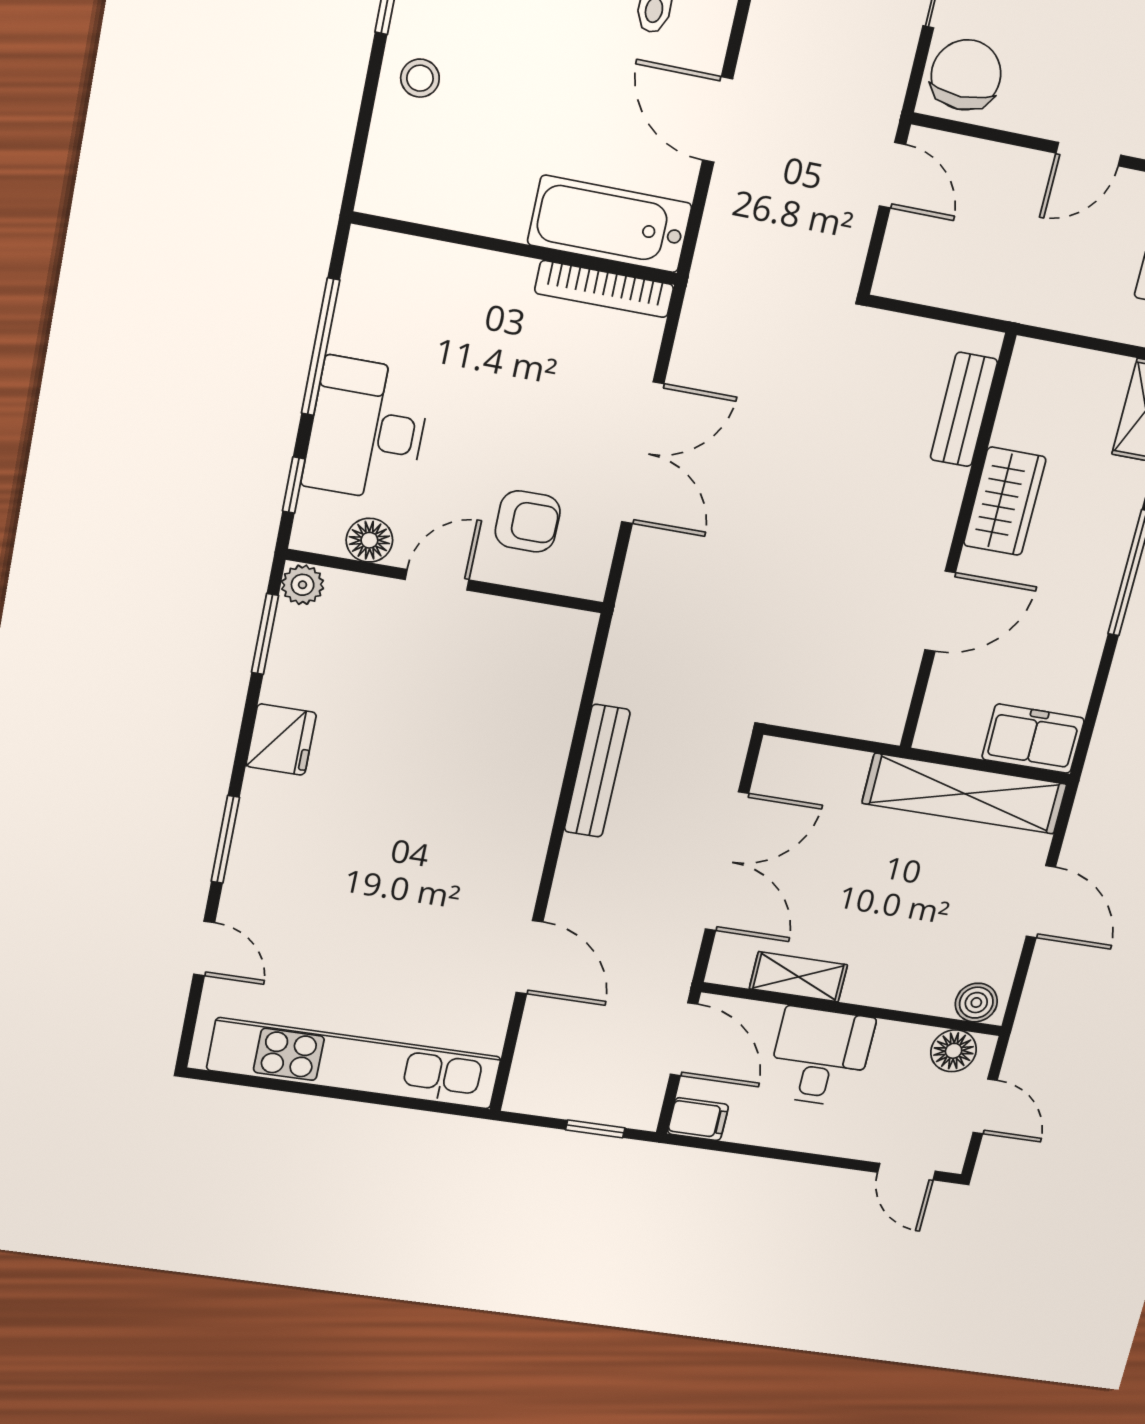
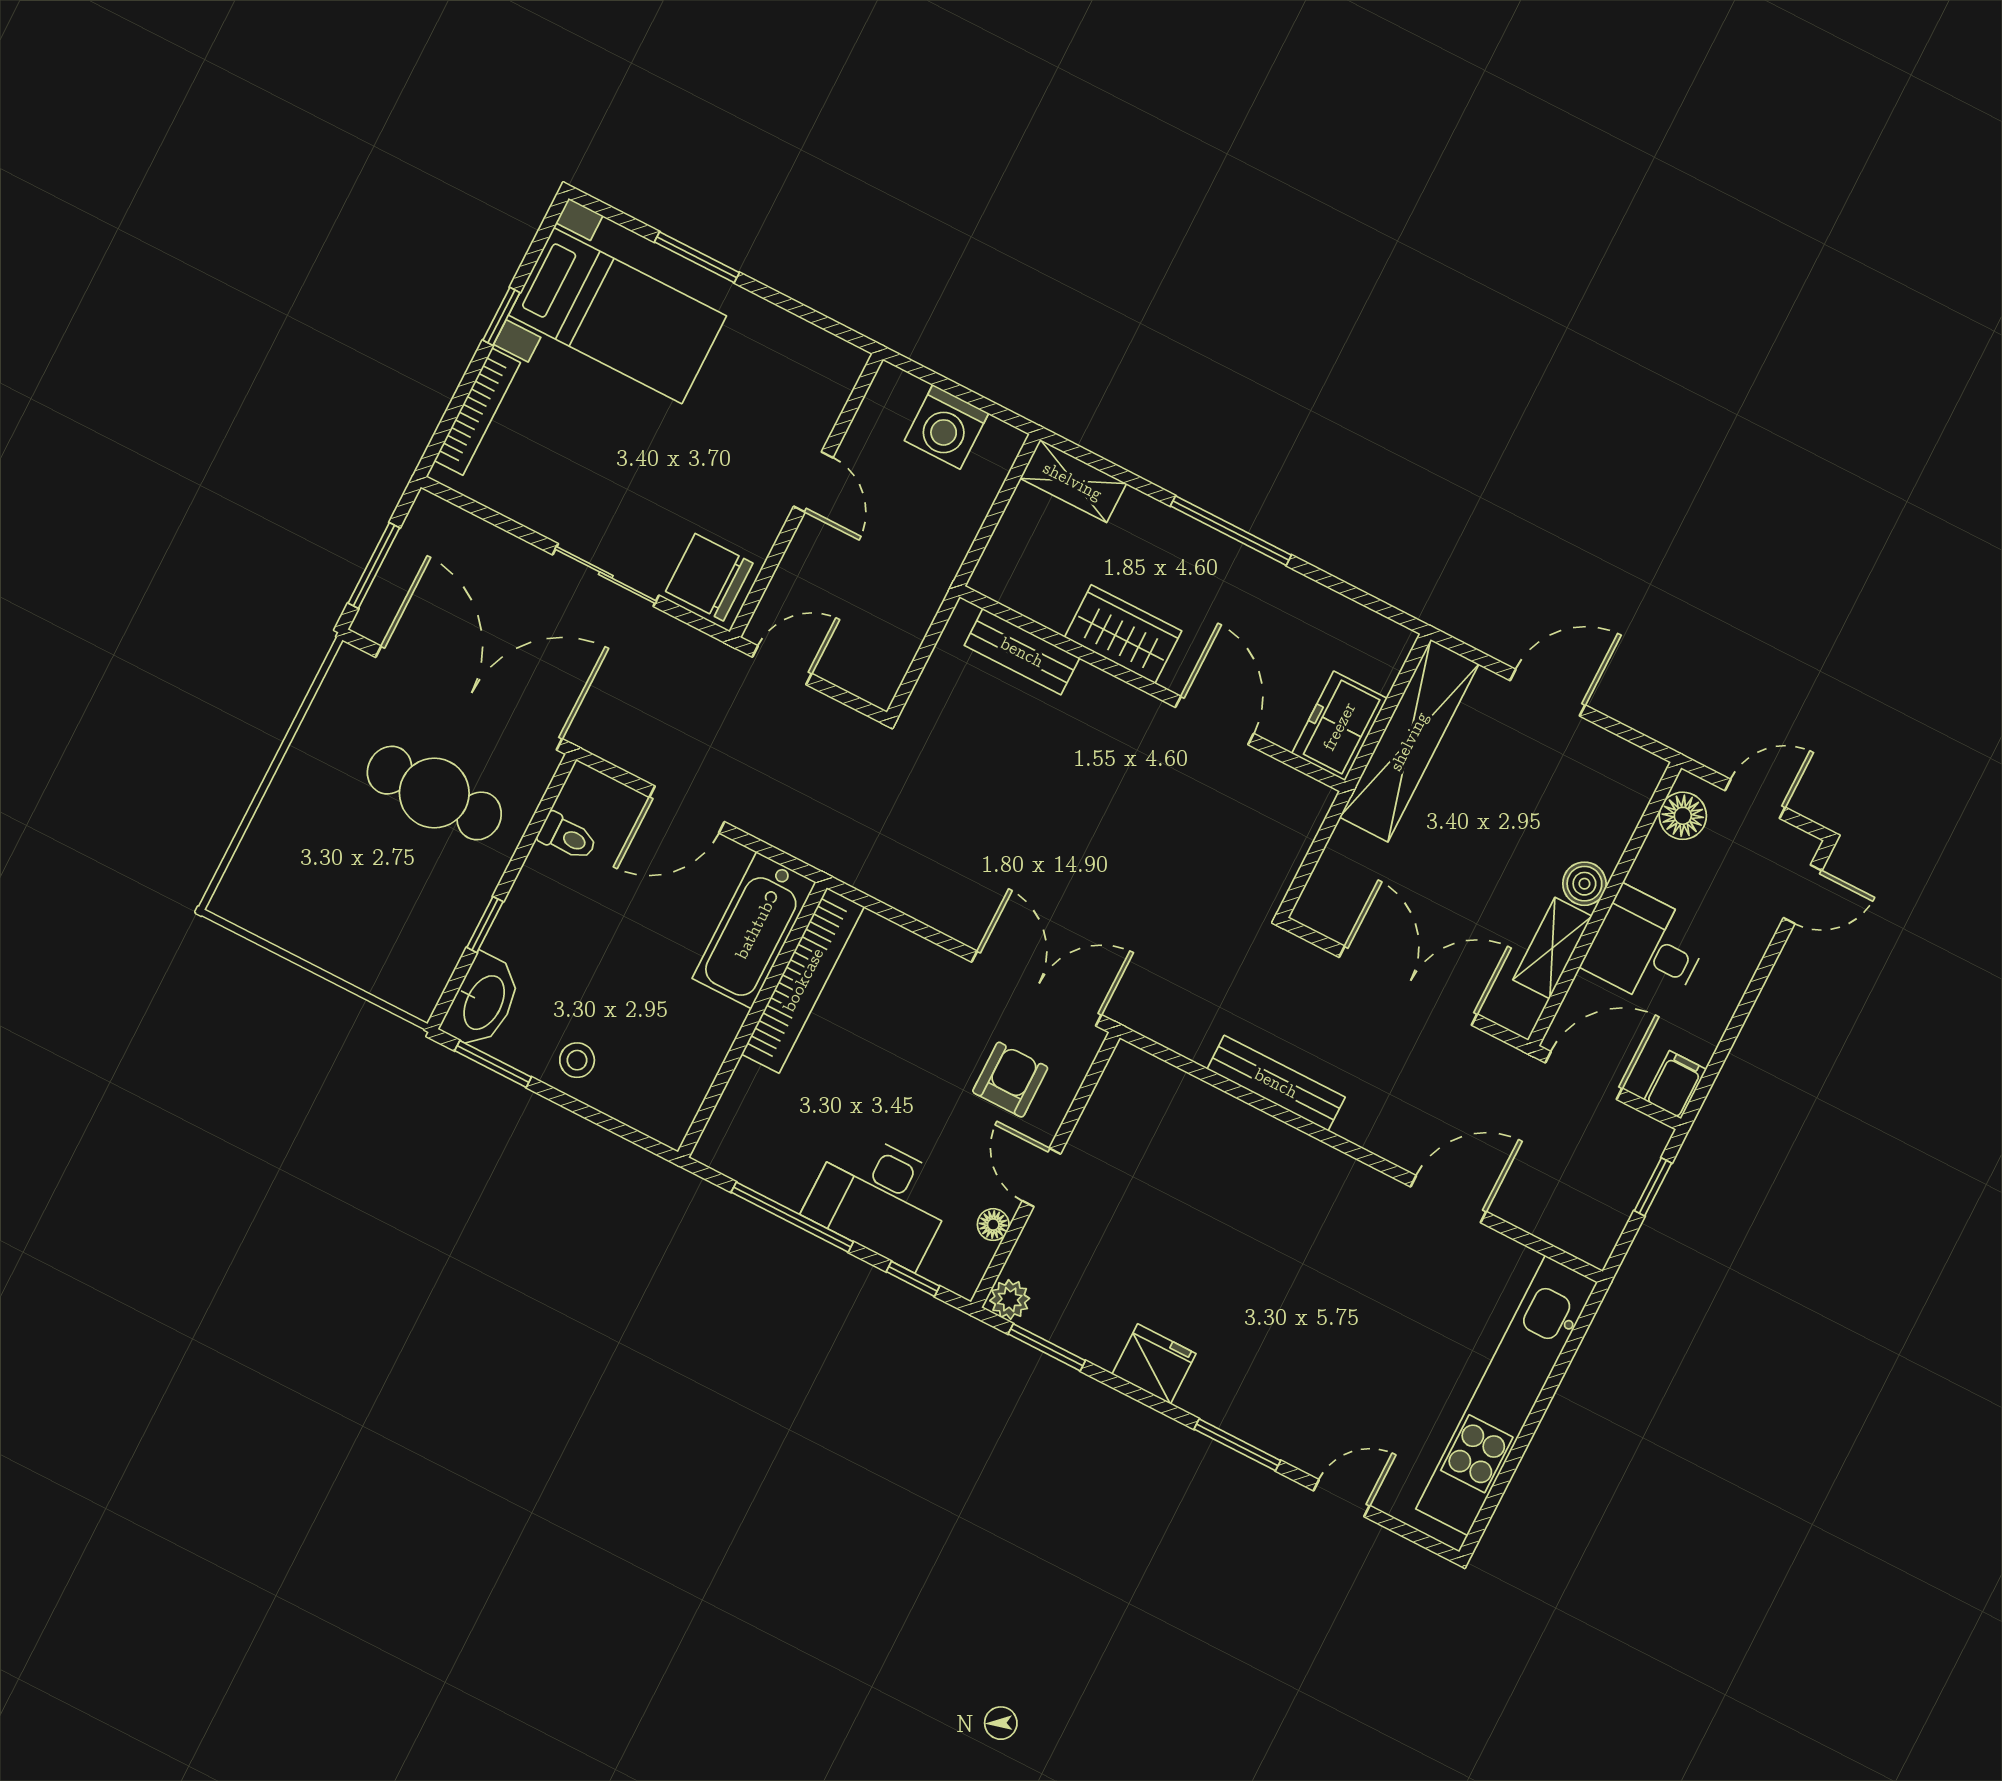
bookcase: (604, 289) -> (803, 980), width x1.48, depth x1.31
double door: (643, 453) -> (1036, 988), moved
floor lamp: (369, 540) -> (993, 1225), width x0.73, depth x0.73
freezer: (1033, 739) -> (1339, 726), moved
boiler: (976, 1003) -> (1584, 884), moved

